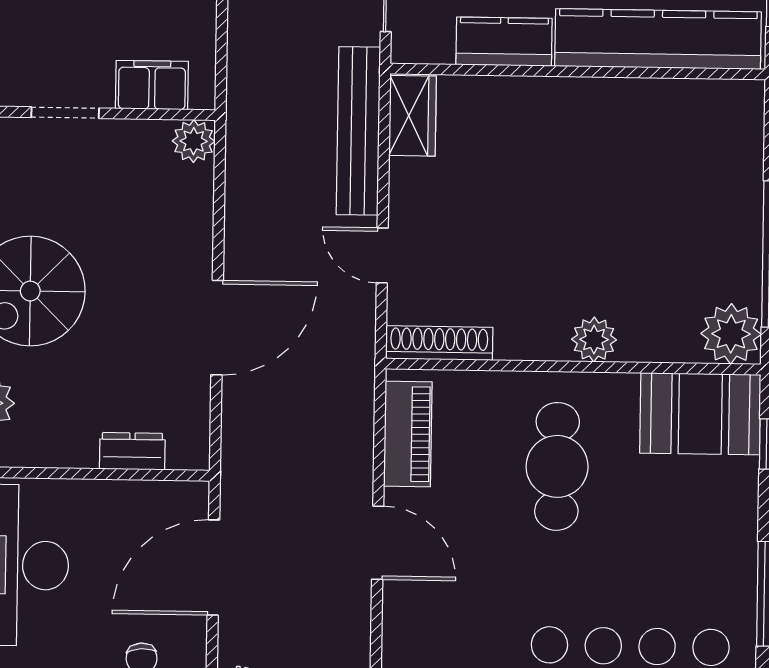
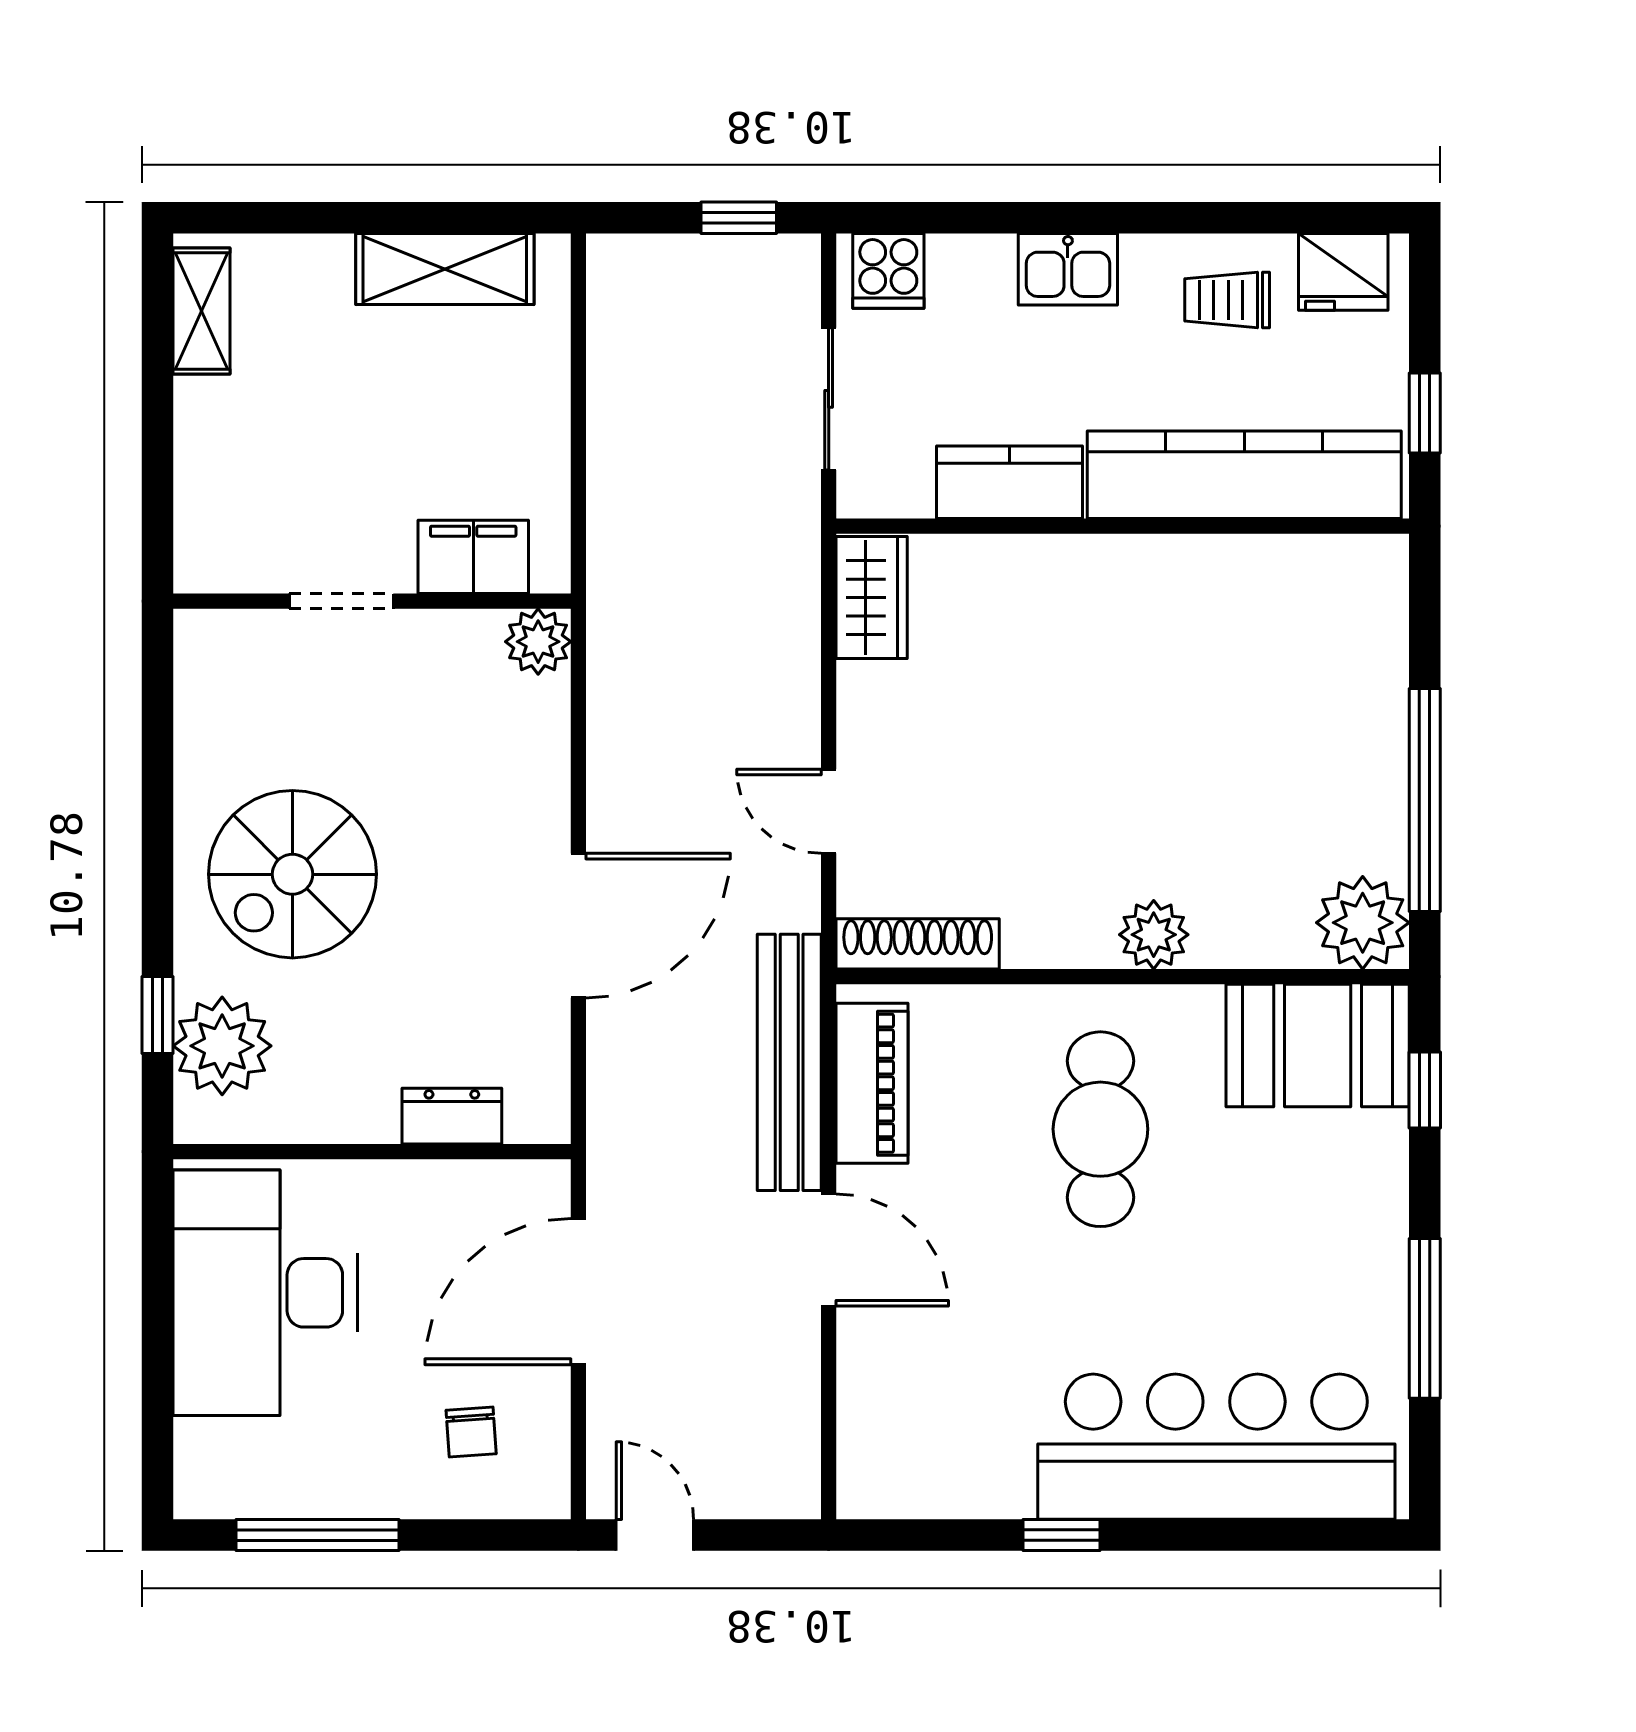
bench: (358, 131) -> (789, 1062), moved

